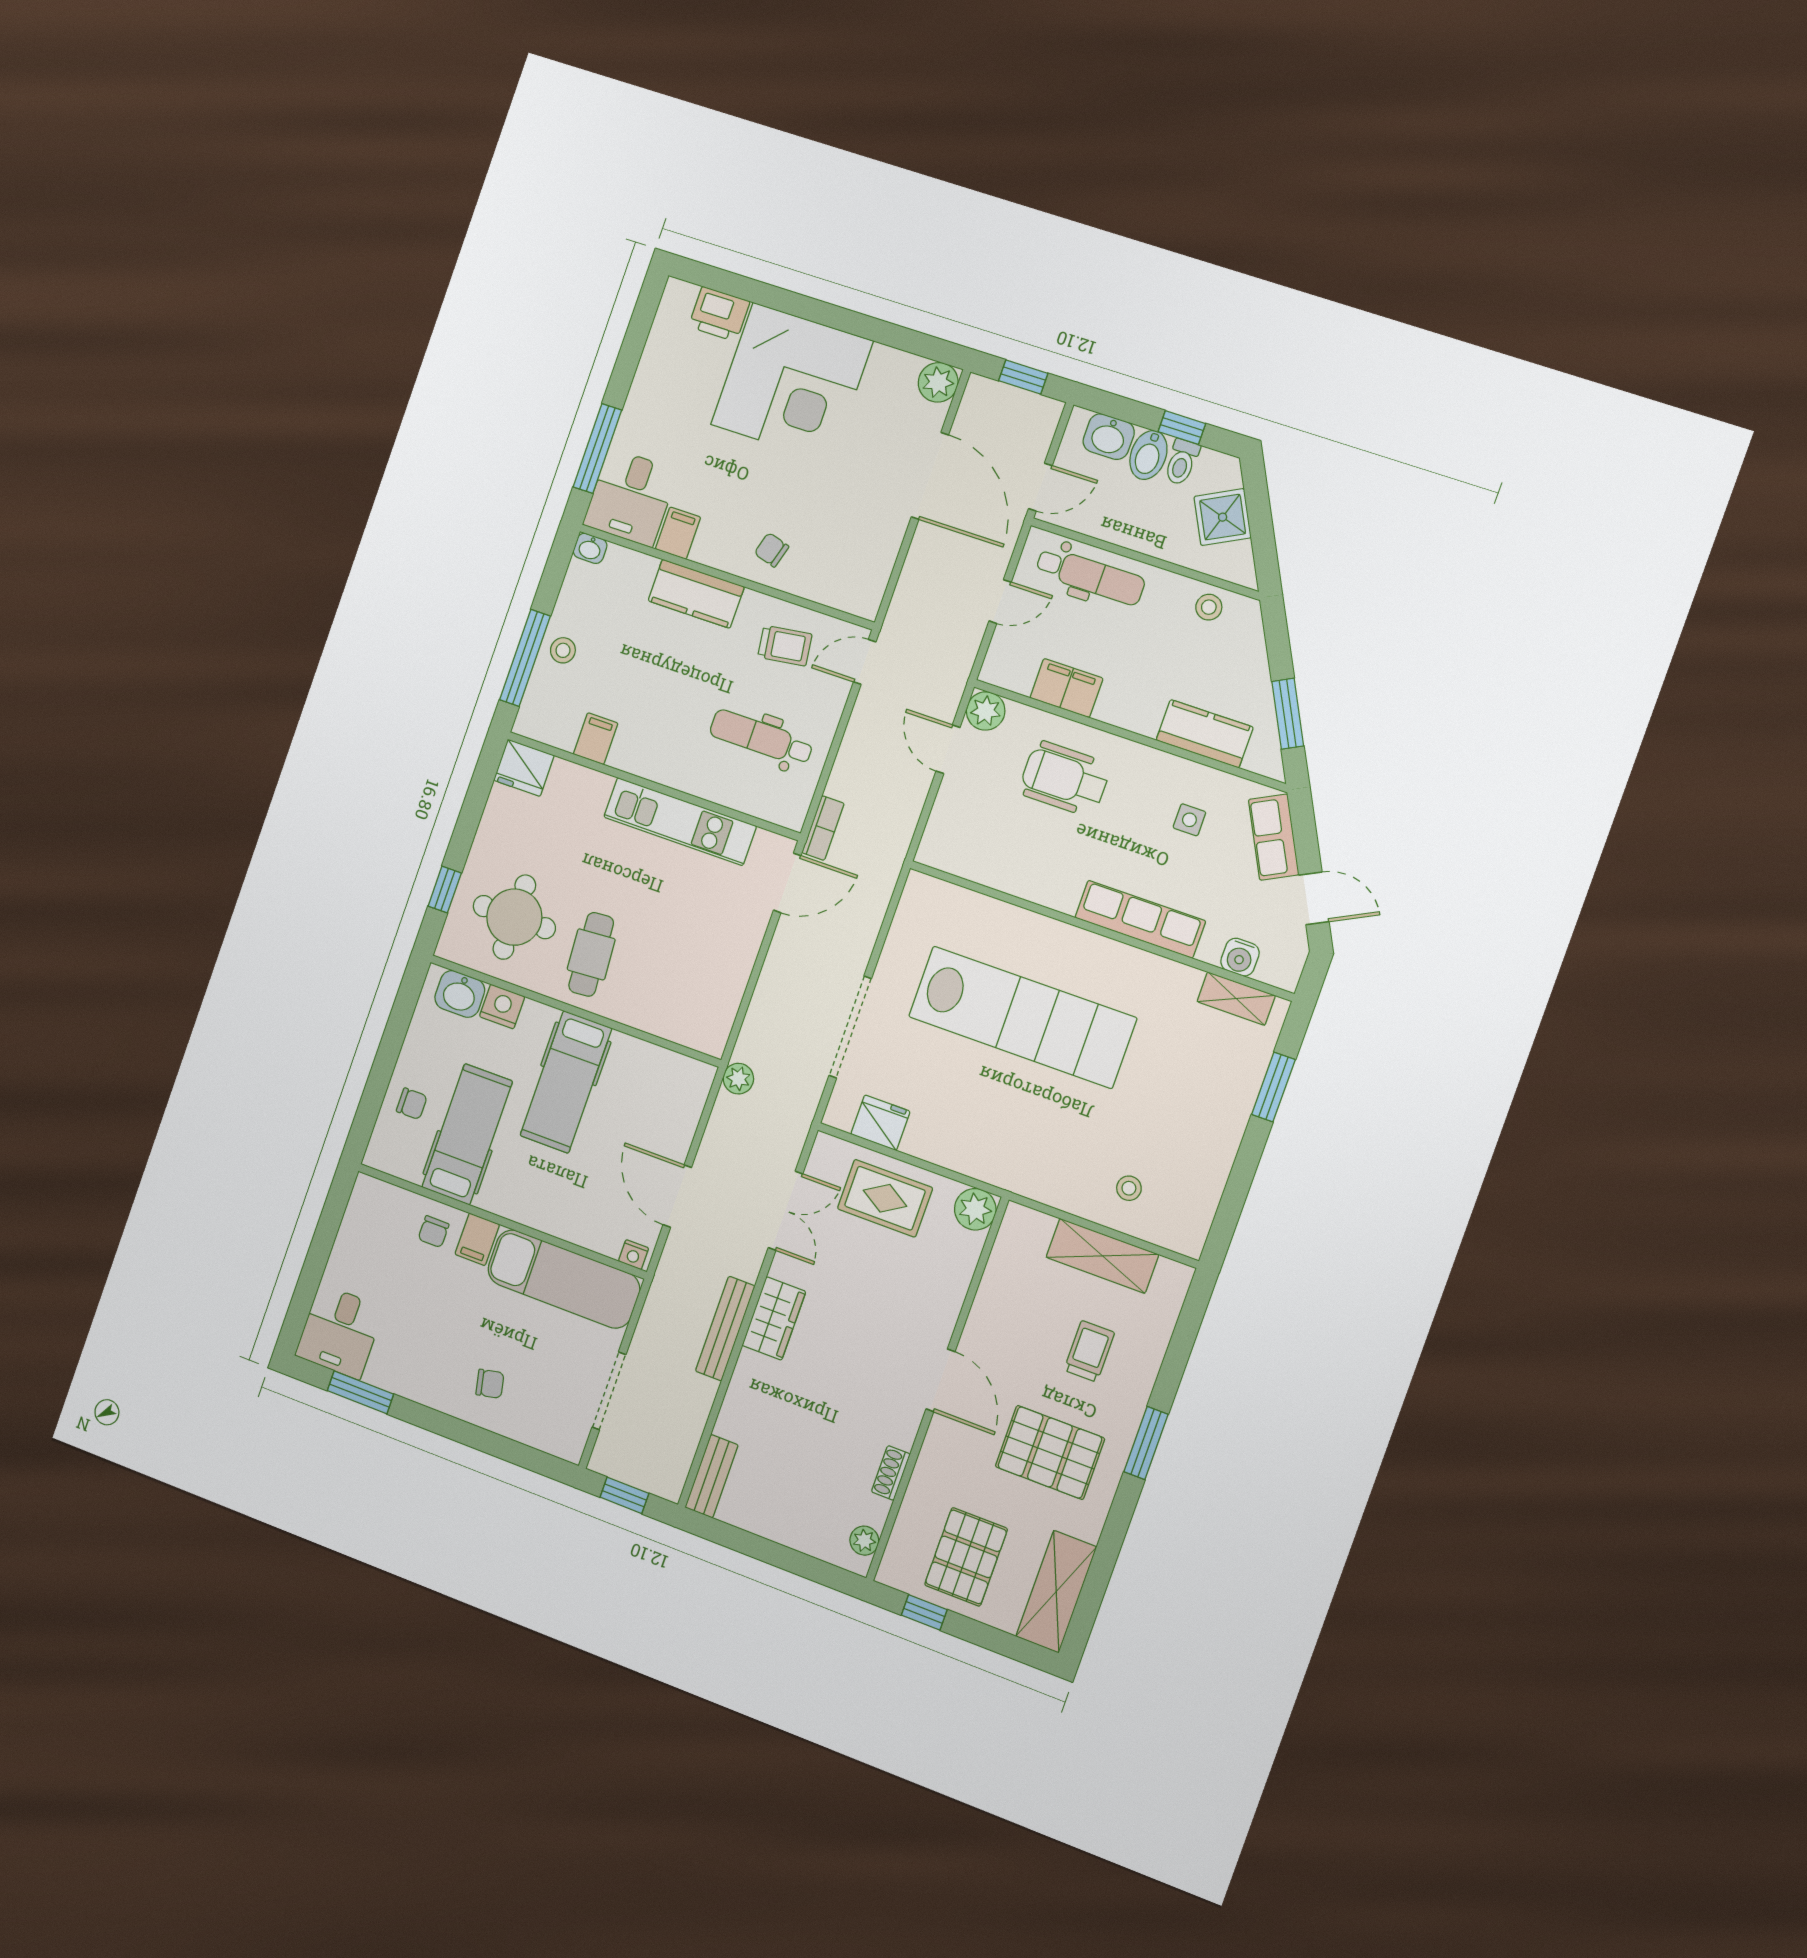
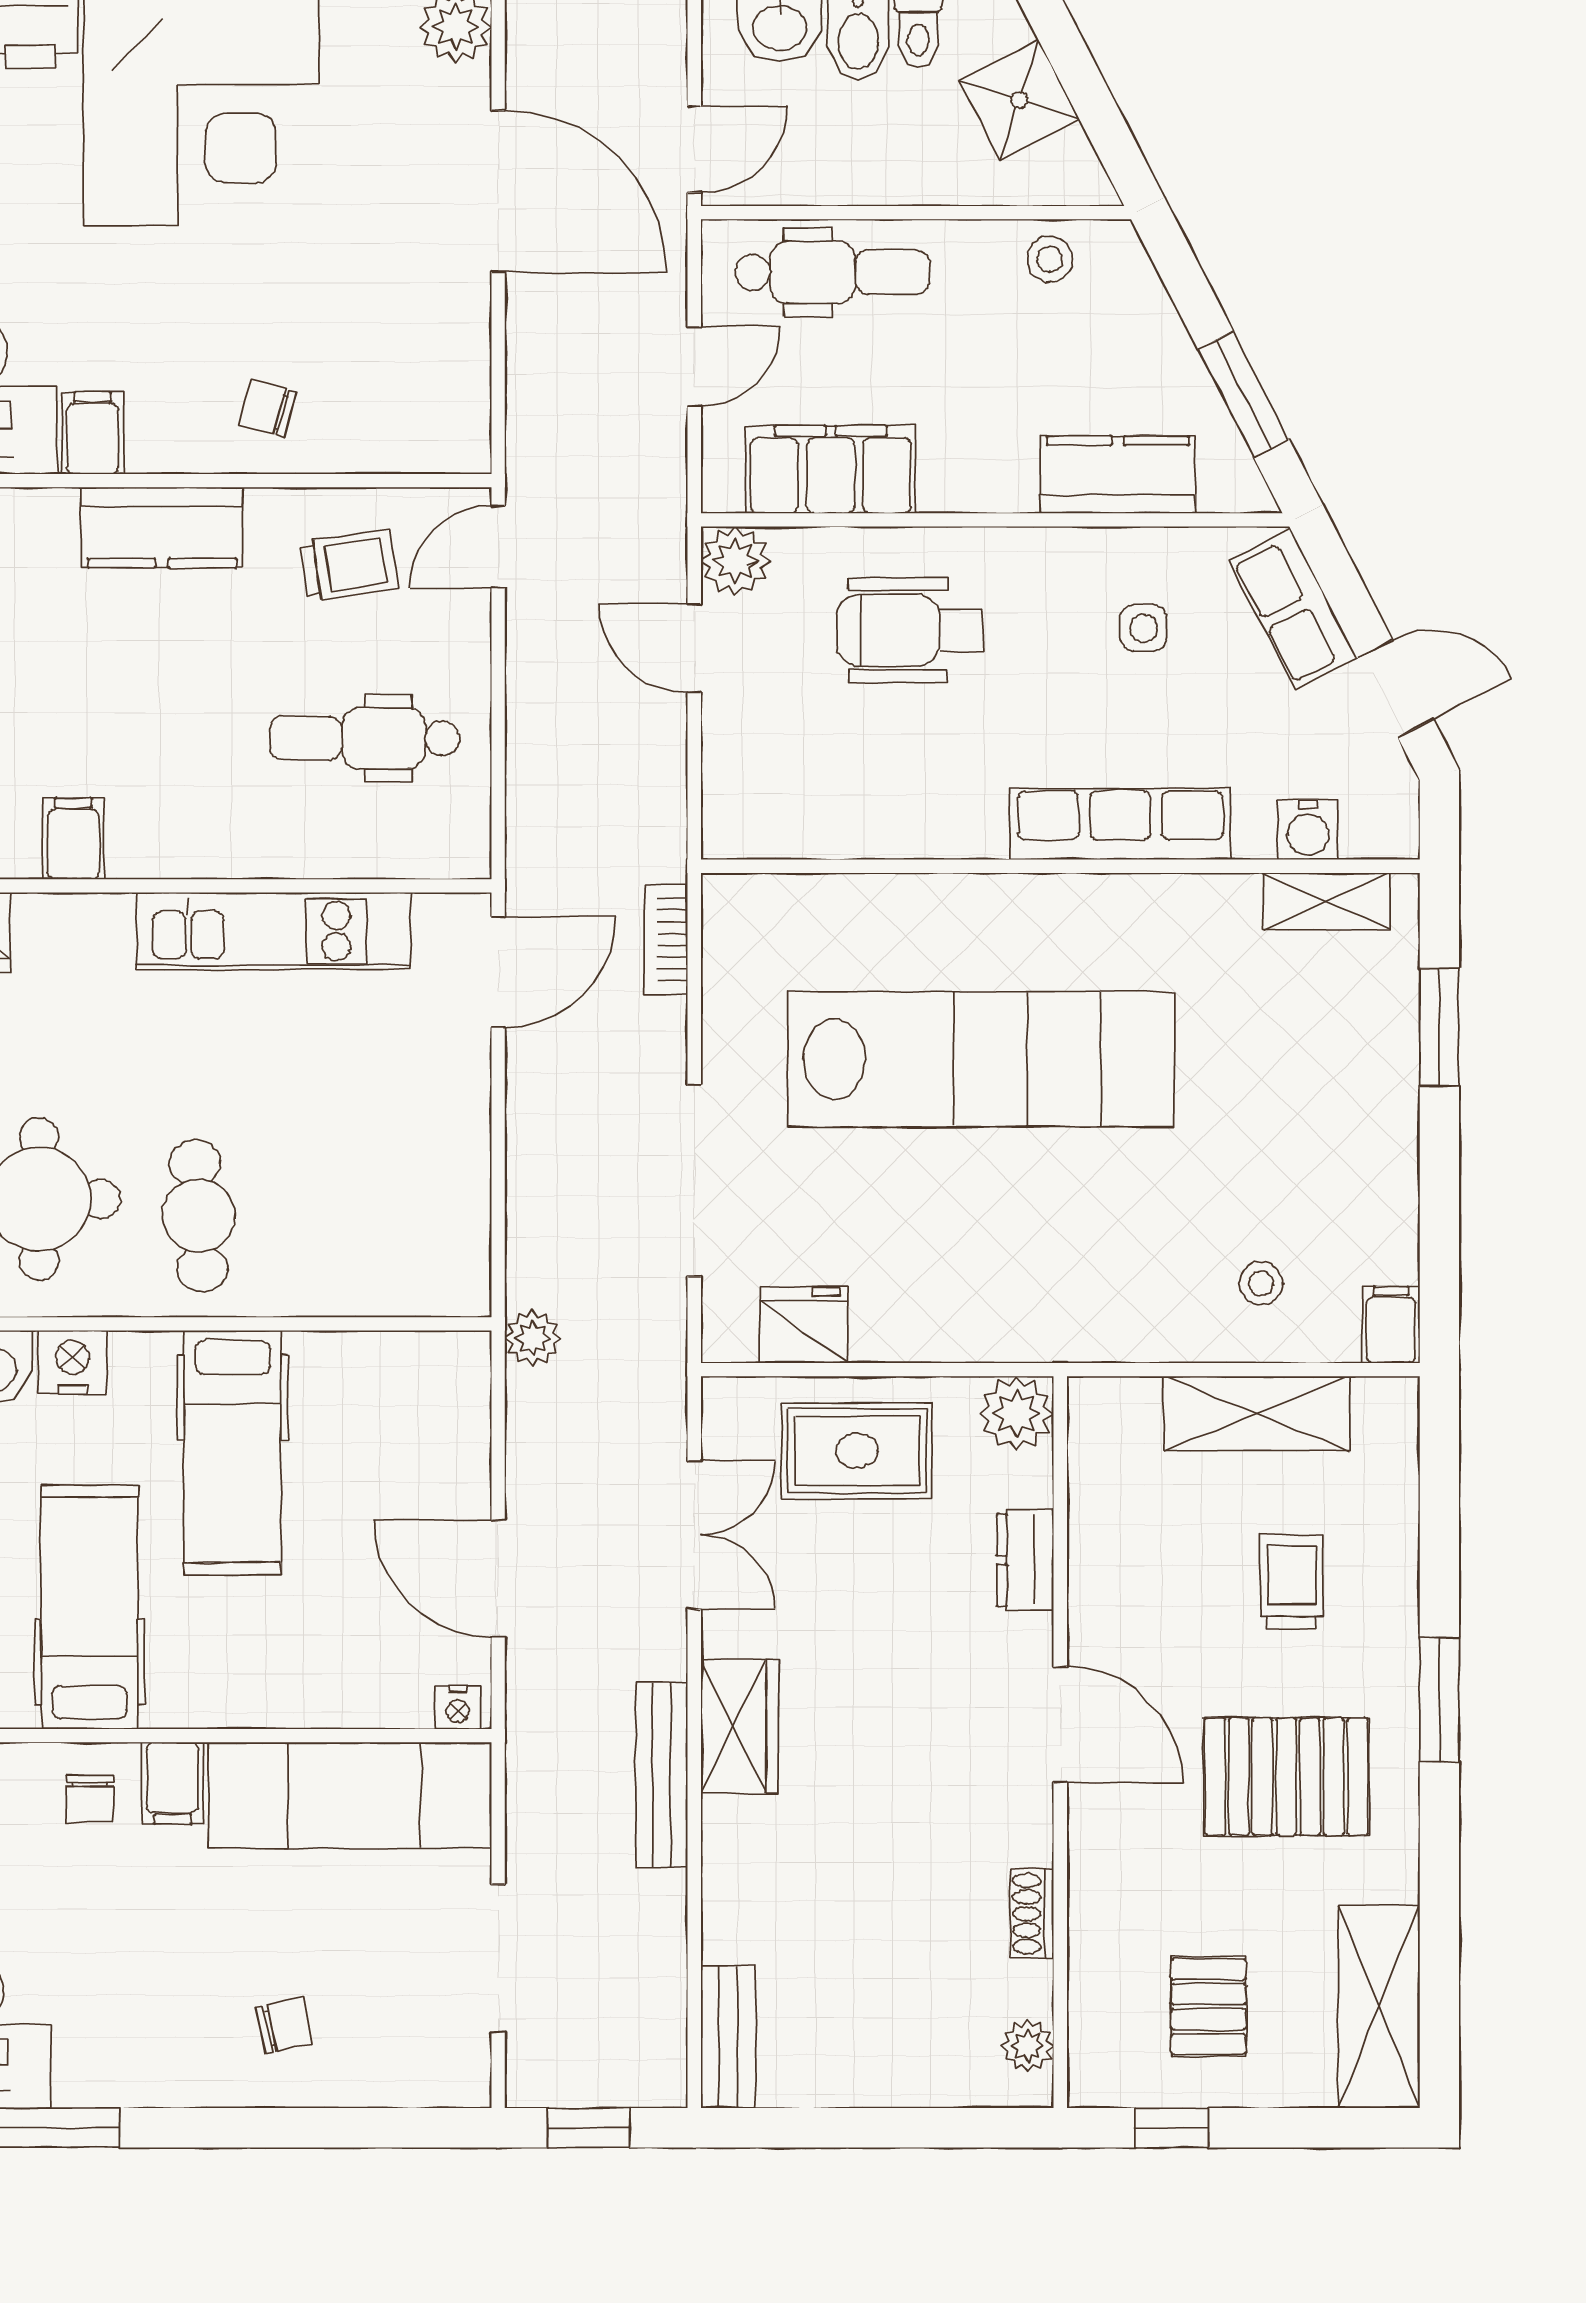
filing cabinet: (1067, 688) -> (831, 469), width x1.50, depth x1.17
bookcase: (823, 828) -> (666, 939), moved, turned 180
filing cabinet: (1191, 1235) -> (1391, 1325), added
dresser: (953, 1288) -> (1025, 1560), added
pallet: (966, 1557) -> (1208, 2007), width x0.67, depth x0.71

